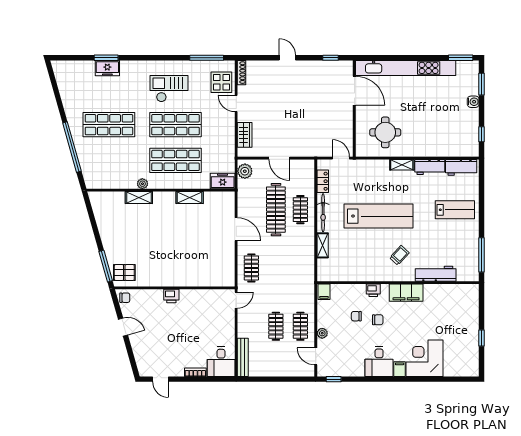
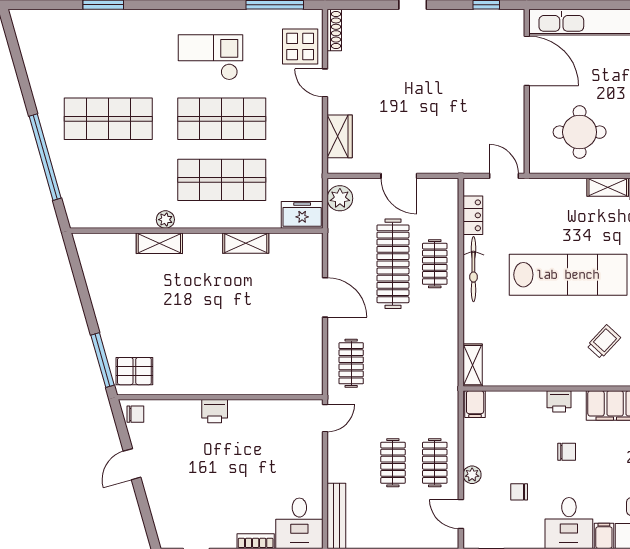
freezer: (107, 68) -> (105, 22), removed
shelving: (323, 245) -> (473, 365), moved
chair: (356, 316) -> (519, 492), moved
door: (123, 327) -> (132, 464), swing flipped

